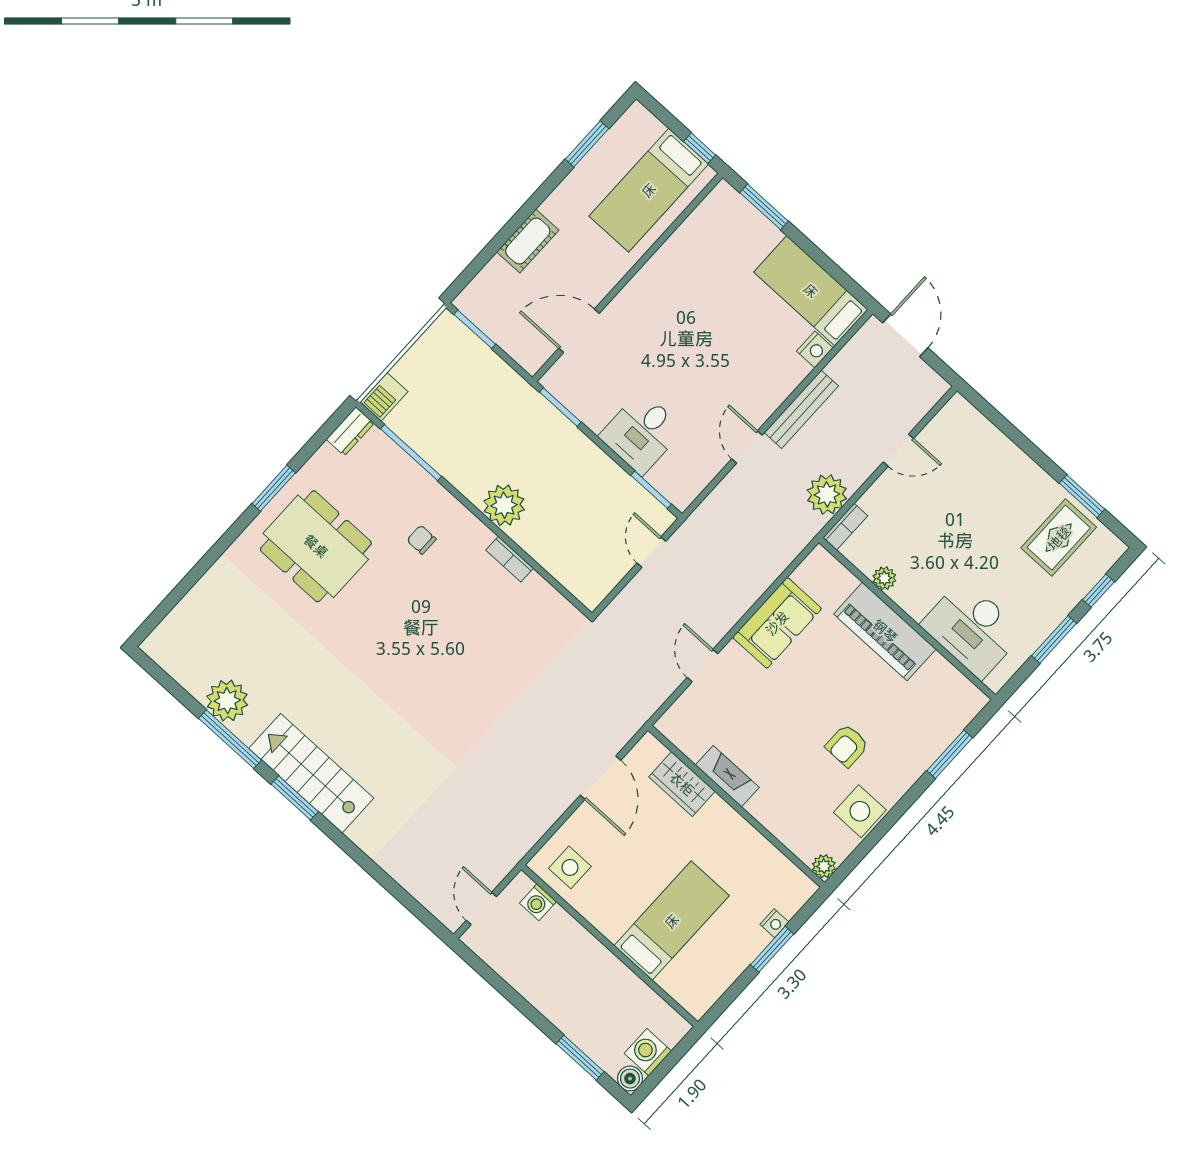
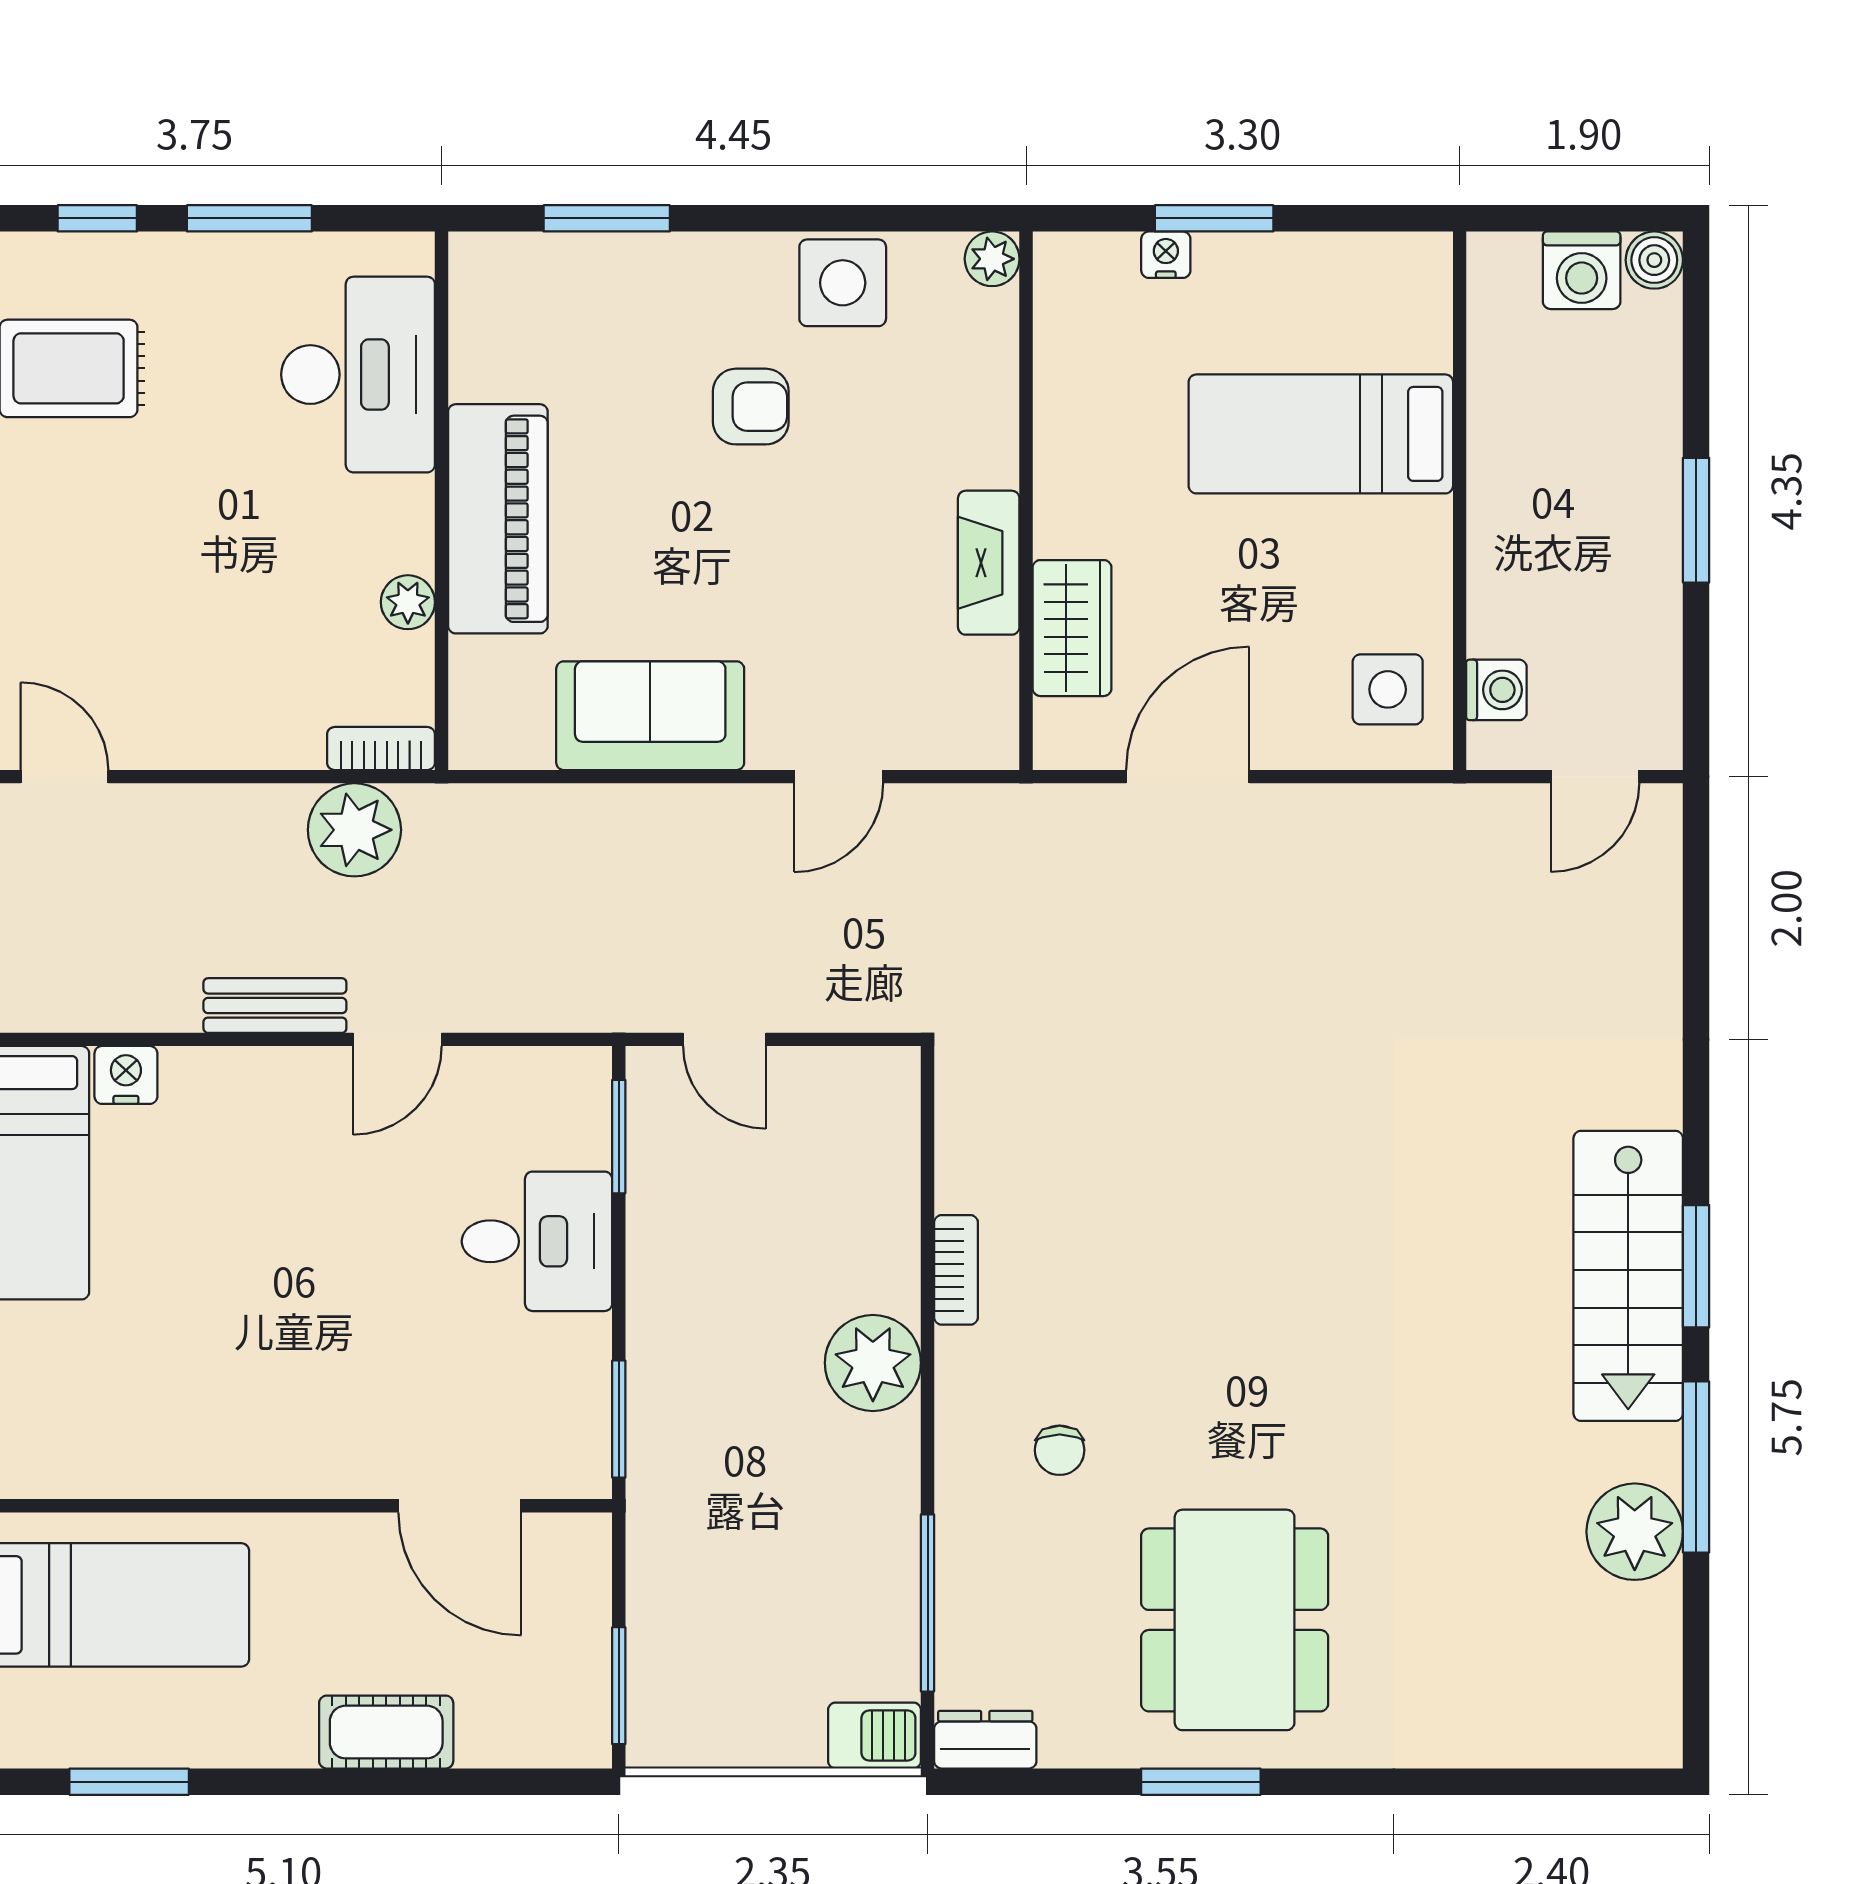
bench: (801, 409) -> (275, 1006), width x0.73
door: (898, 450) -> (64, 777), moved
door: (651, 552) -> (725, 1039), hinge flipped
window: (580, 1058) -> (1696, 520), moved

